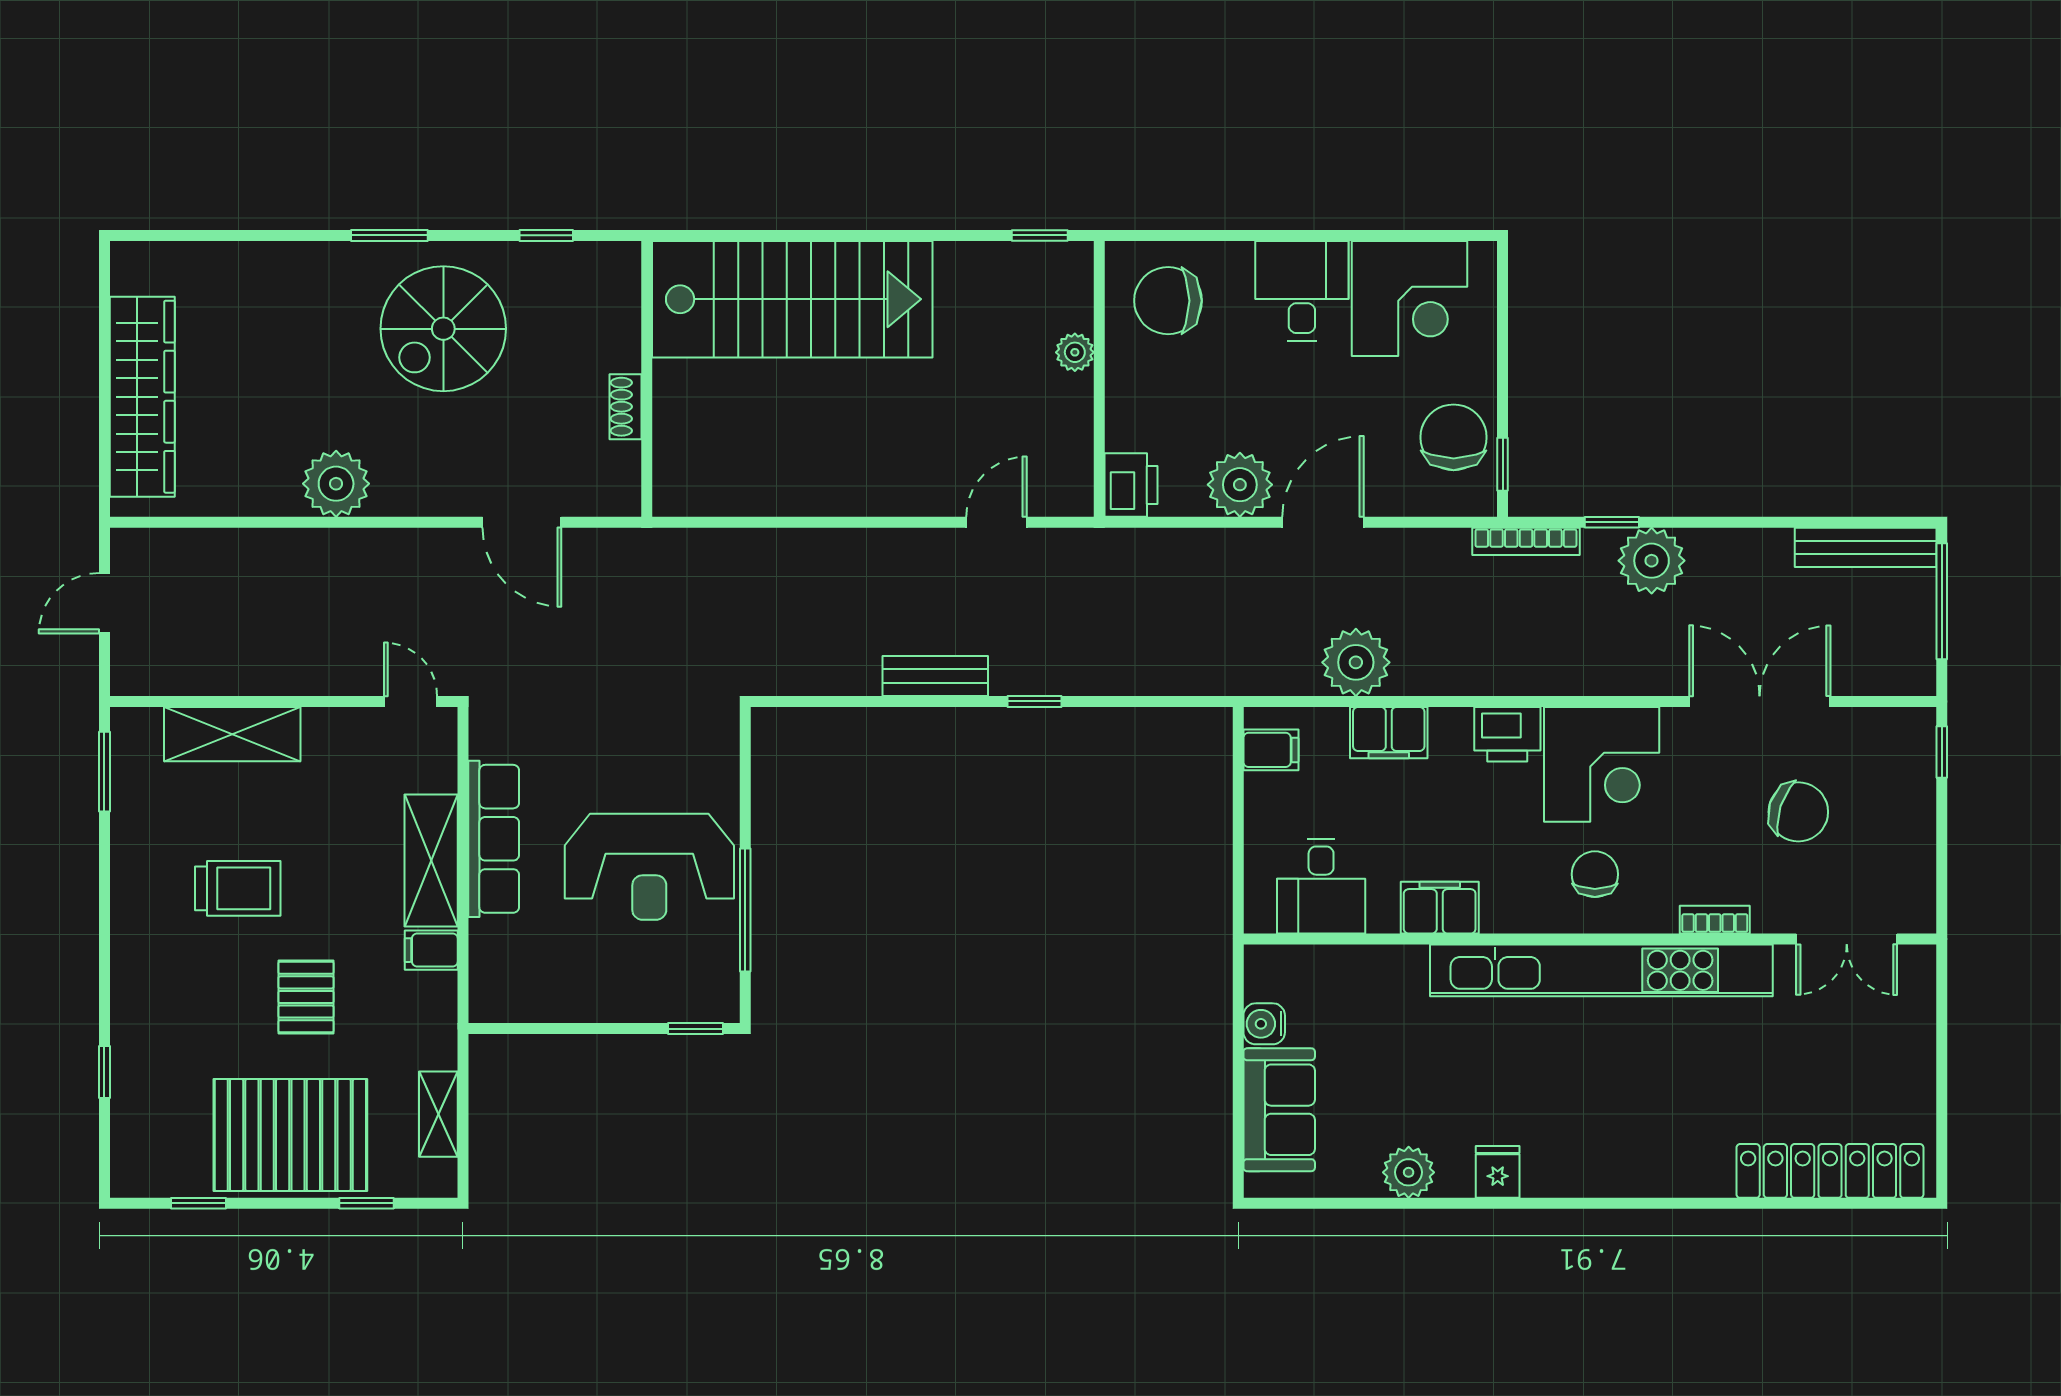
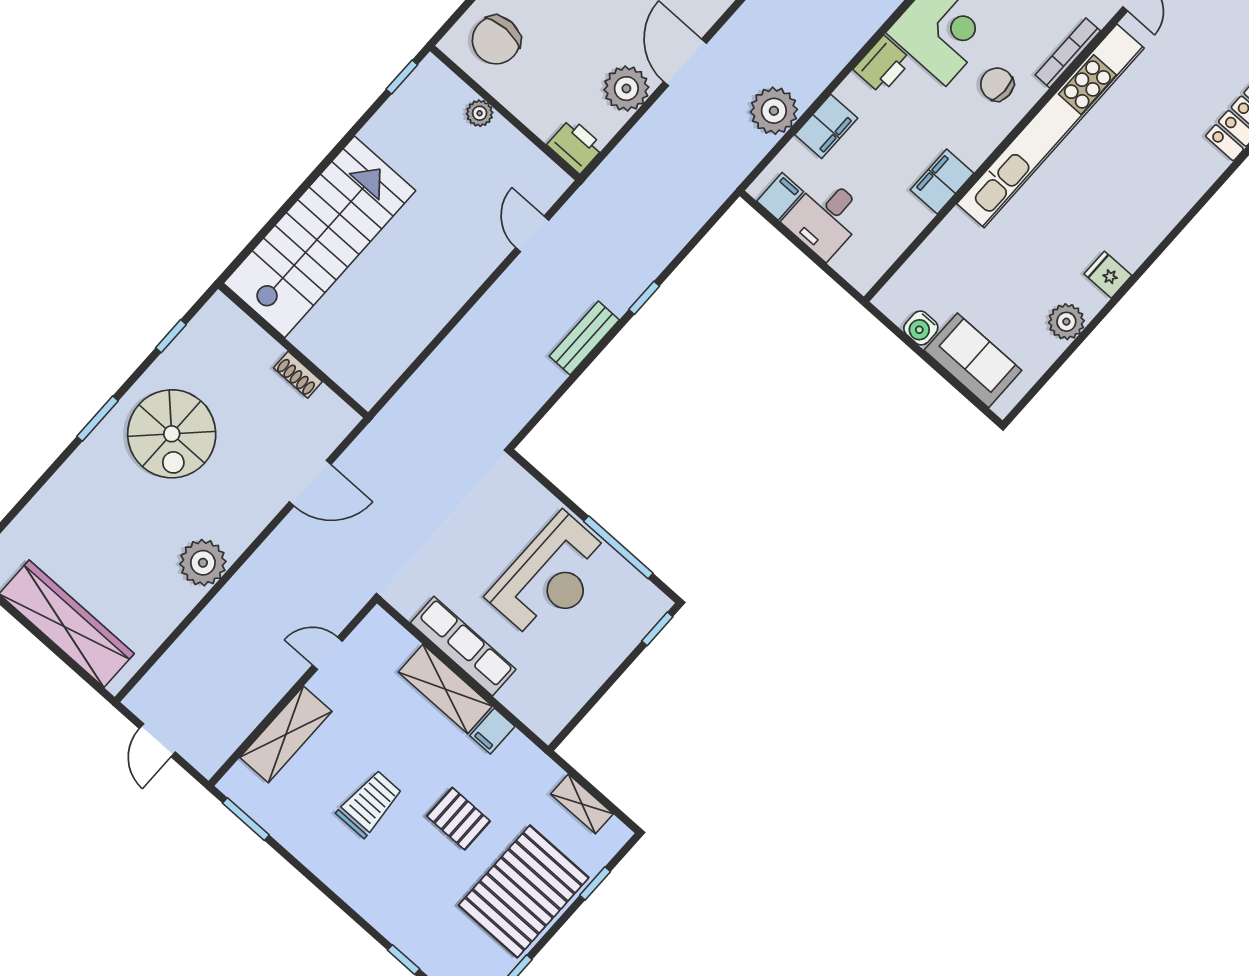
door: (411, 701) -> (327, 653), moved
desk: (1321, 886) -> (825, 218), moved, turned 90
bookcase: (1715, 920) -> (1068, 53), width x1.56

